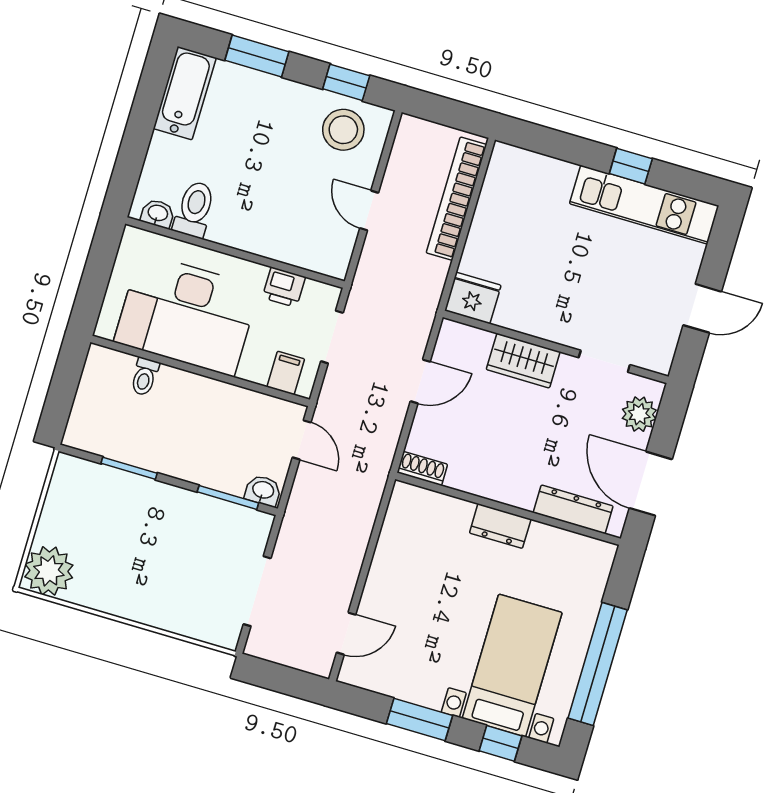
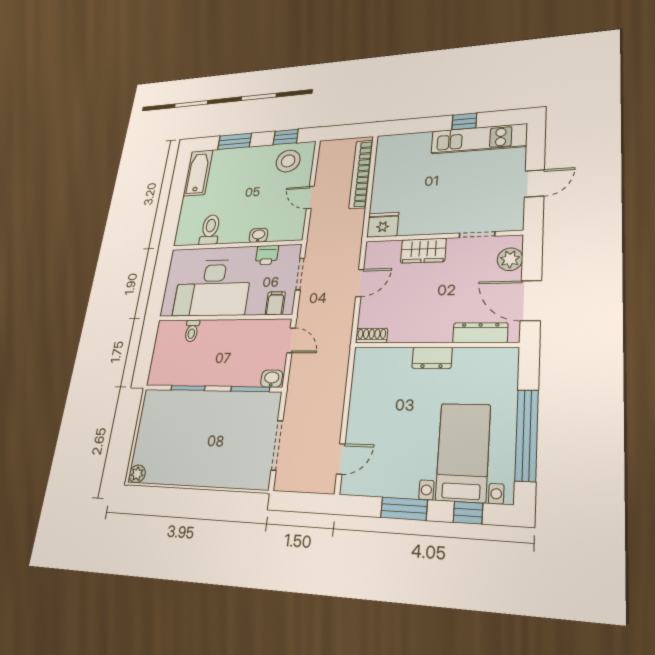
washbasin: (158, 214) -> (258, 235), moved
plant: (49, 571) -> (137, 474), width x0.53, depth x0.53

